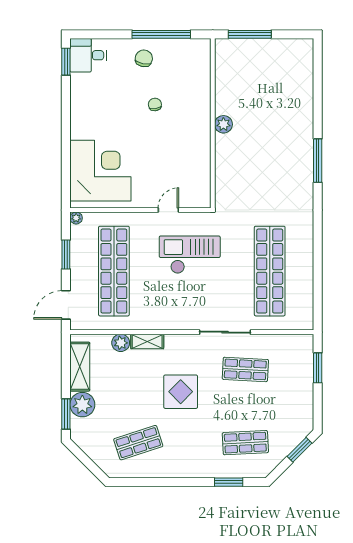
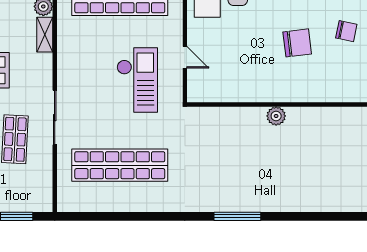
chair: (155, 104) -> (297, 43), width x1.87, depth x1.87

